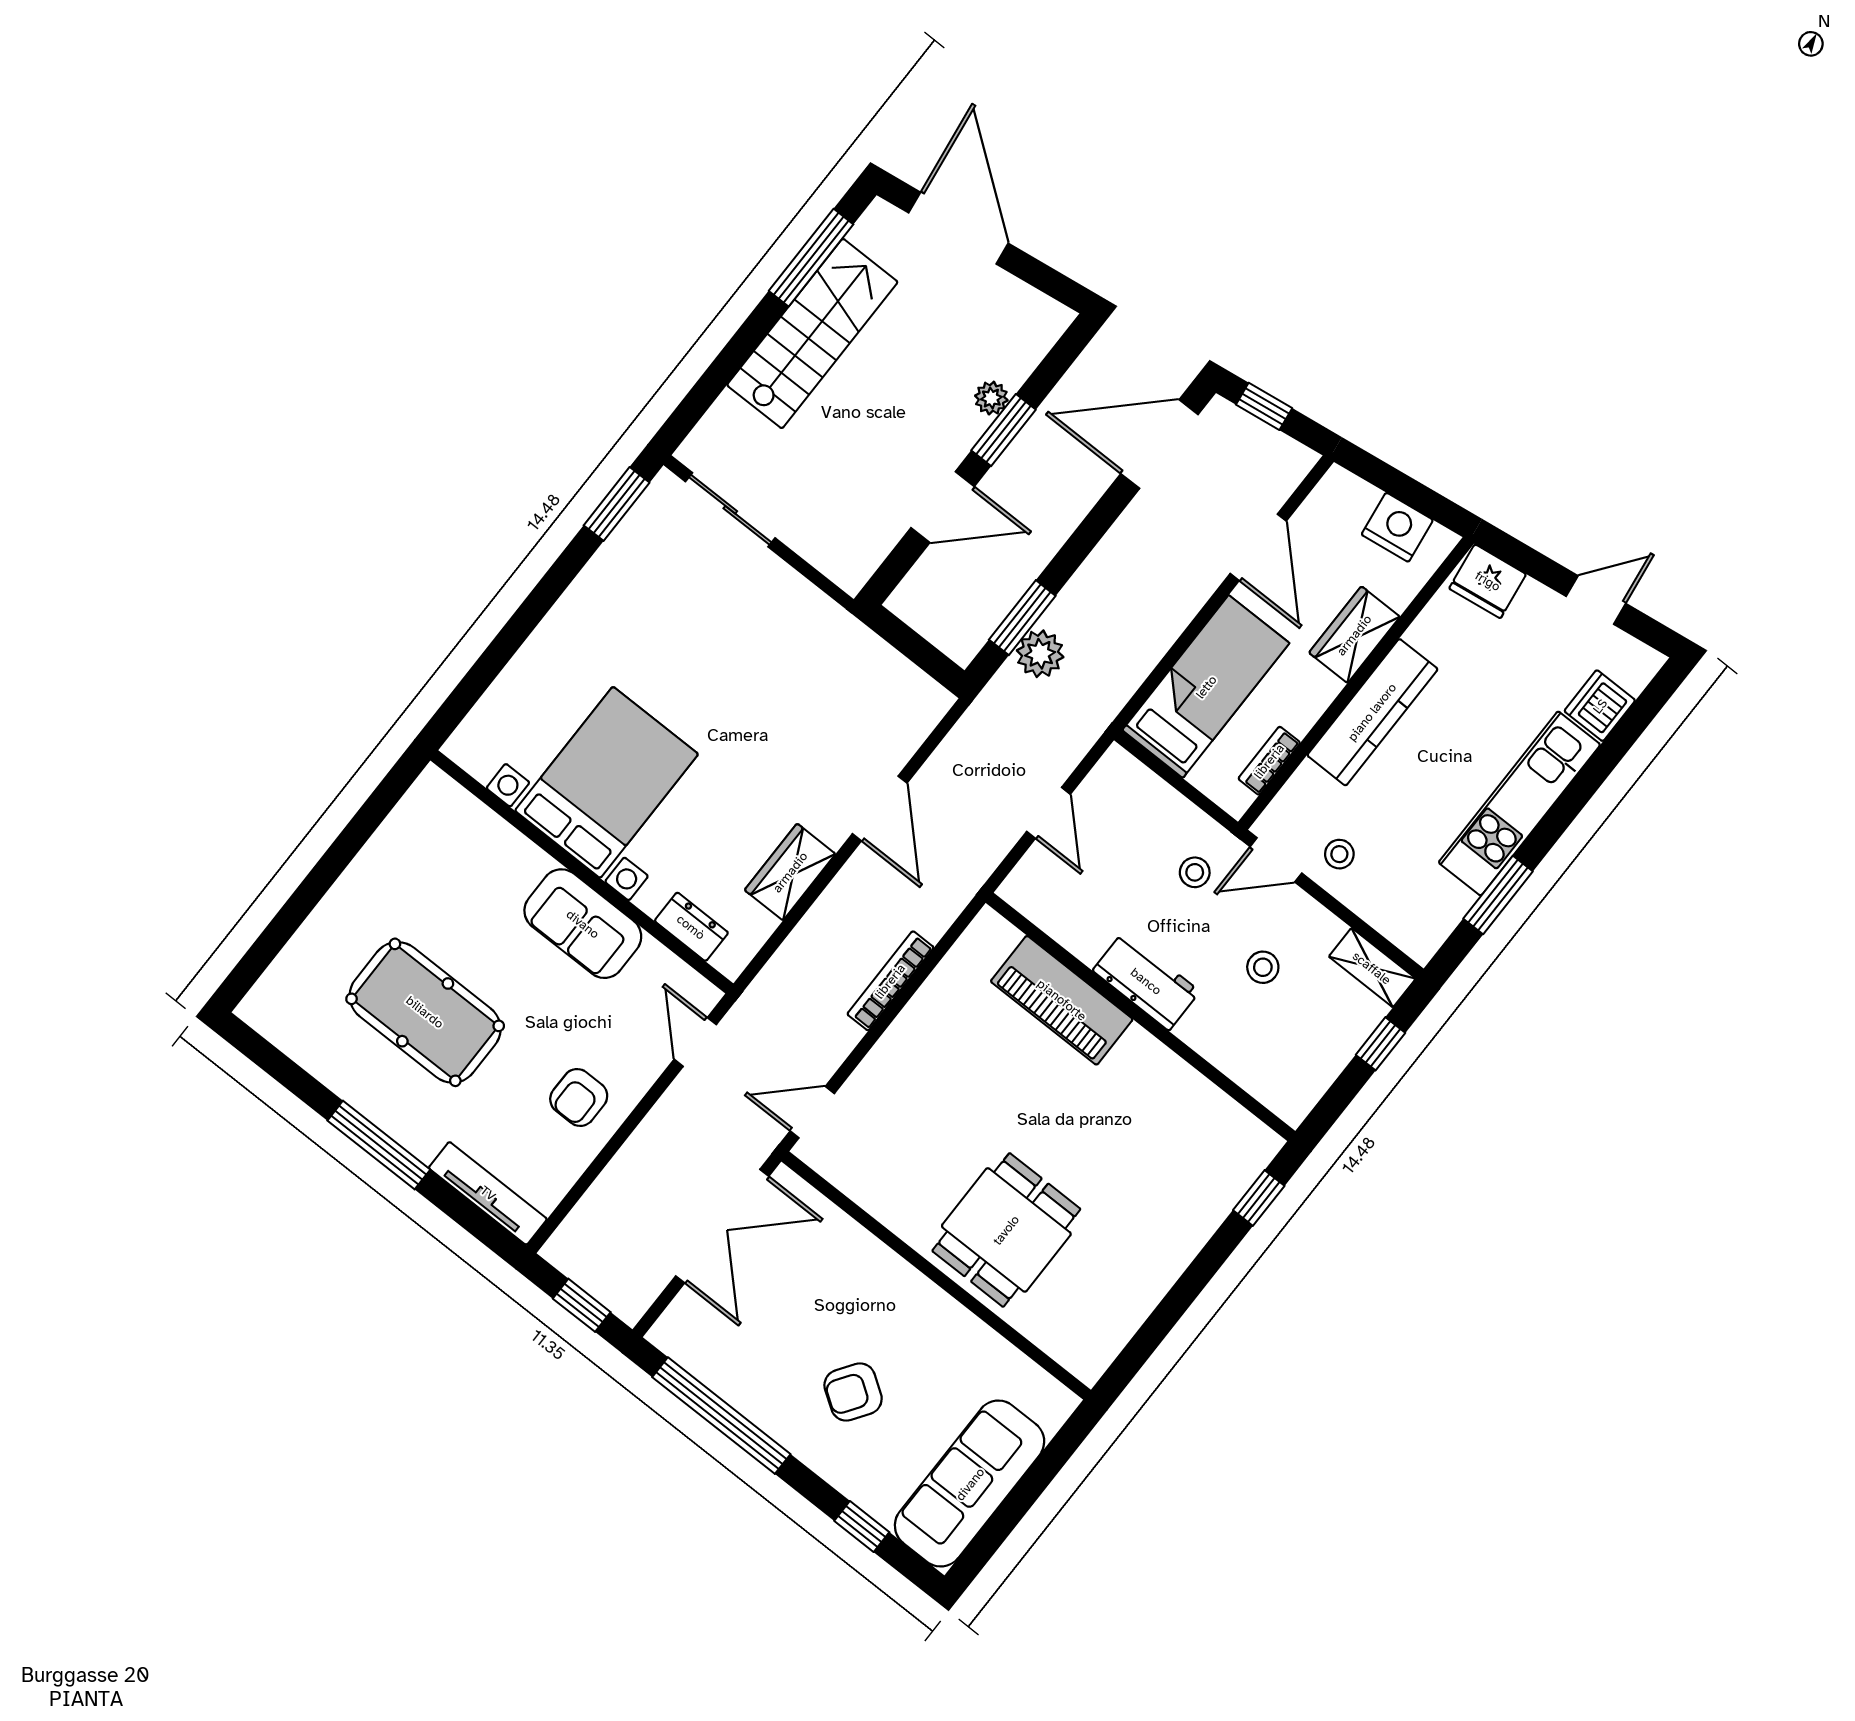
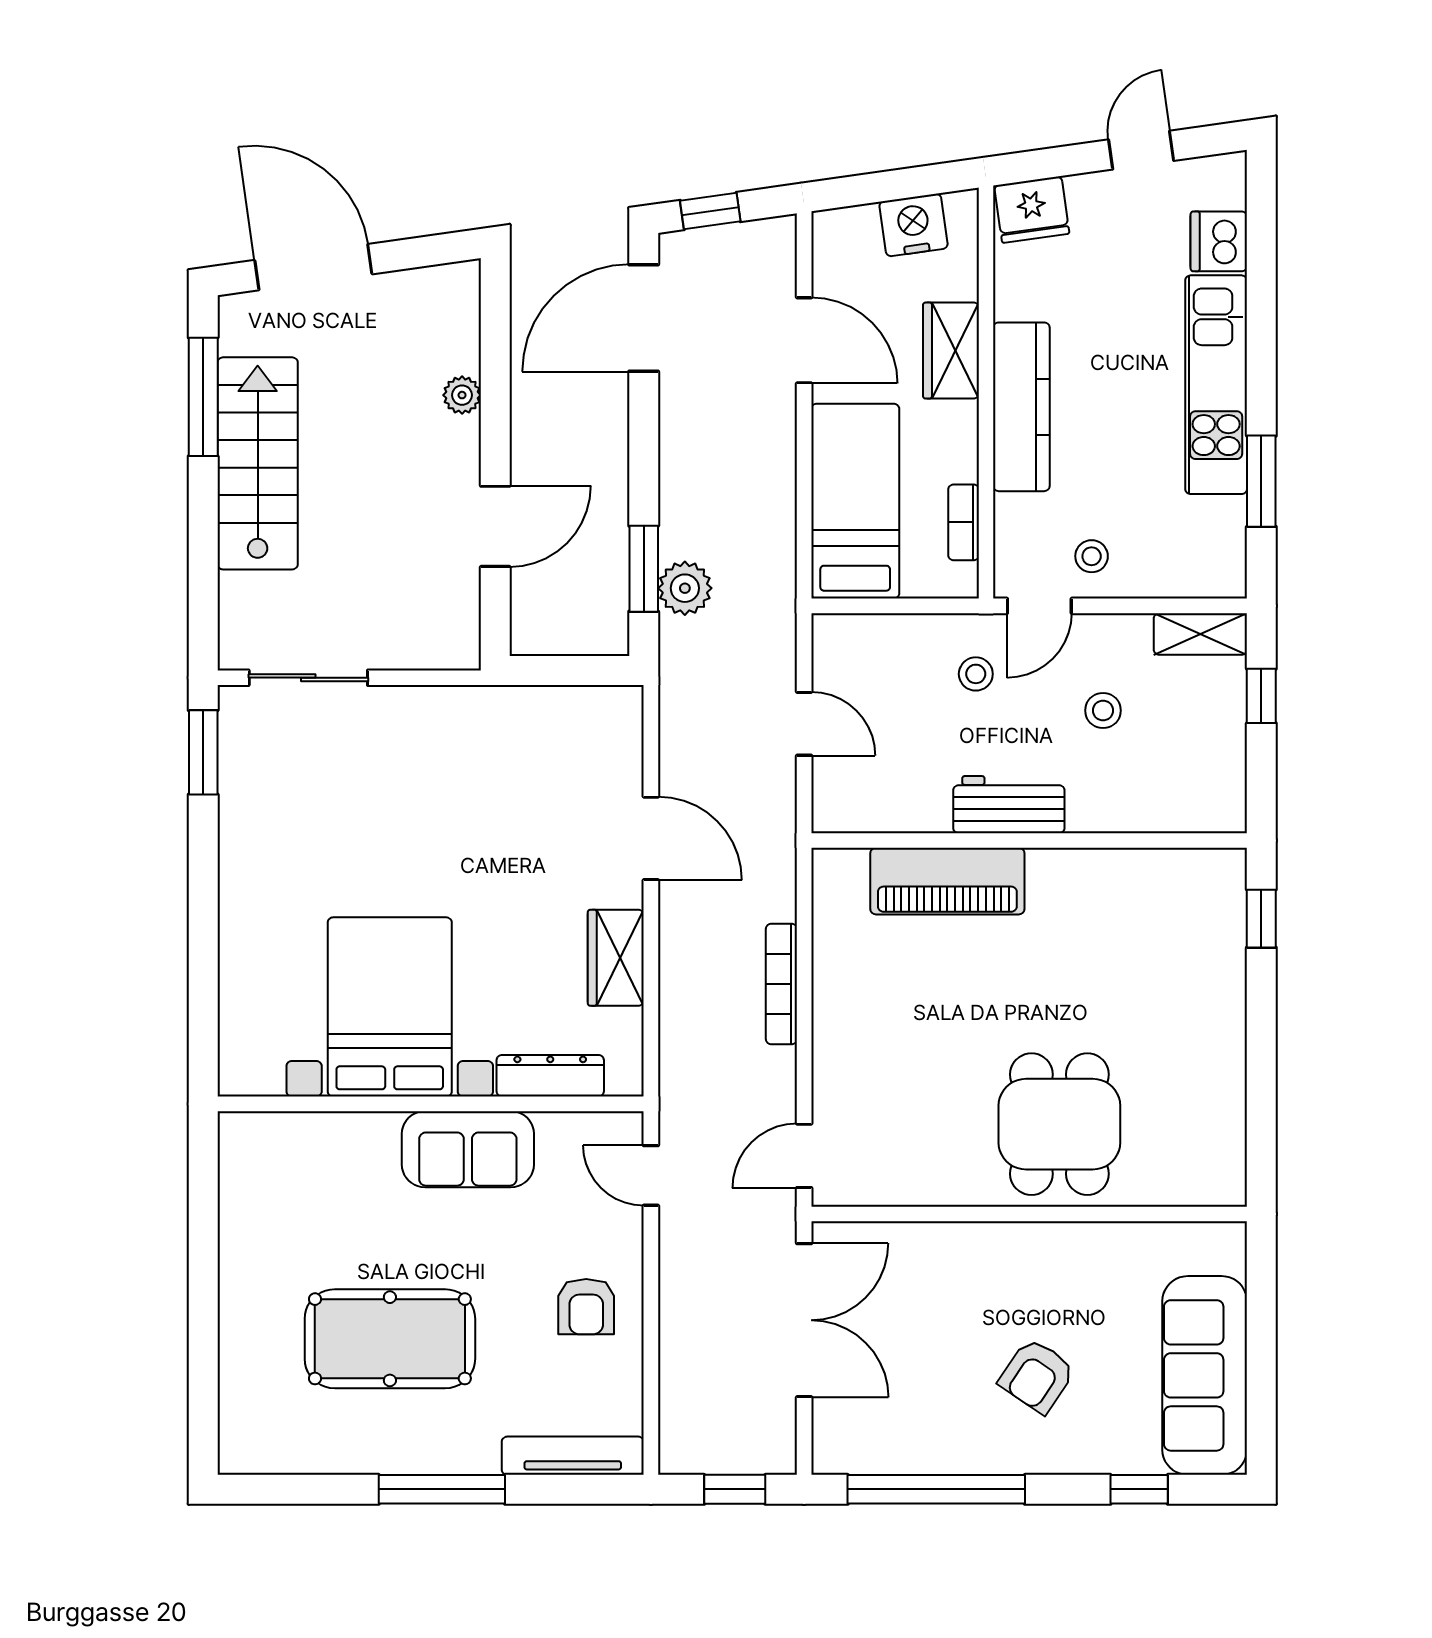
window: (1003, 430) -> (495, 415), removed
dresser: (691, 927) -> (550, 1076), width x1.44

